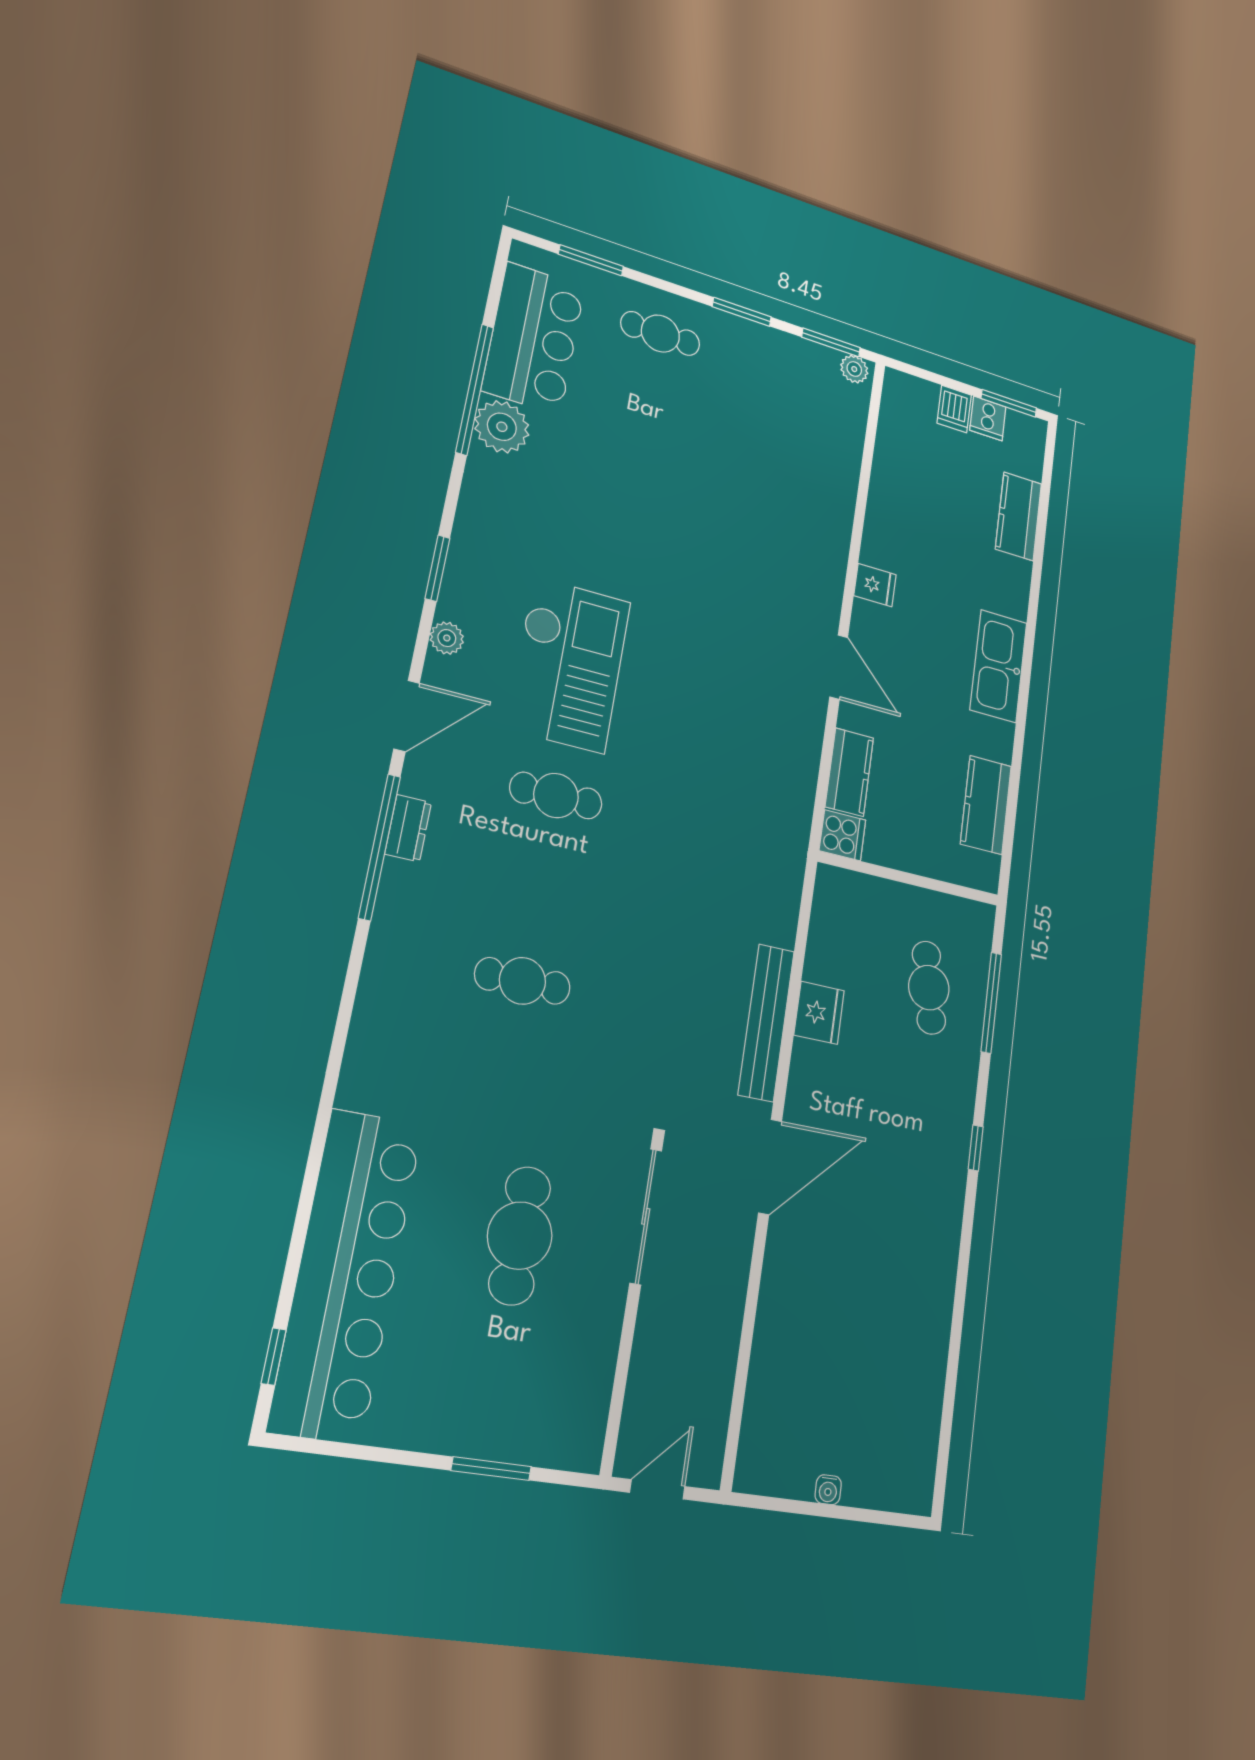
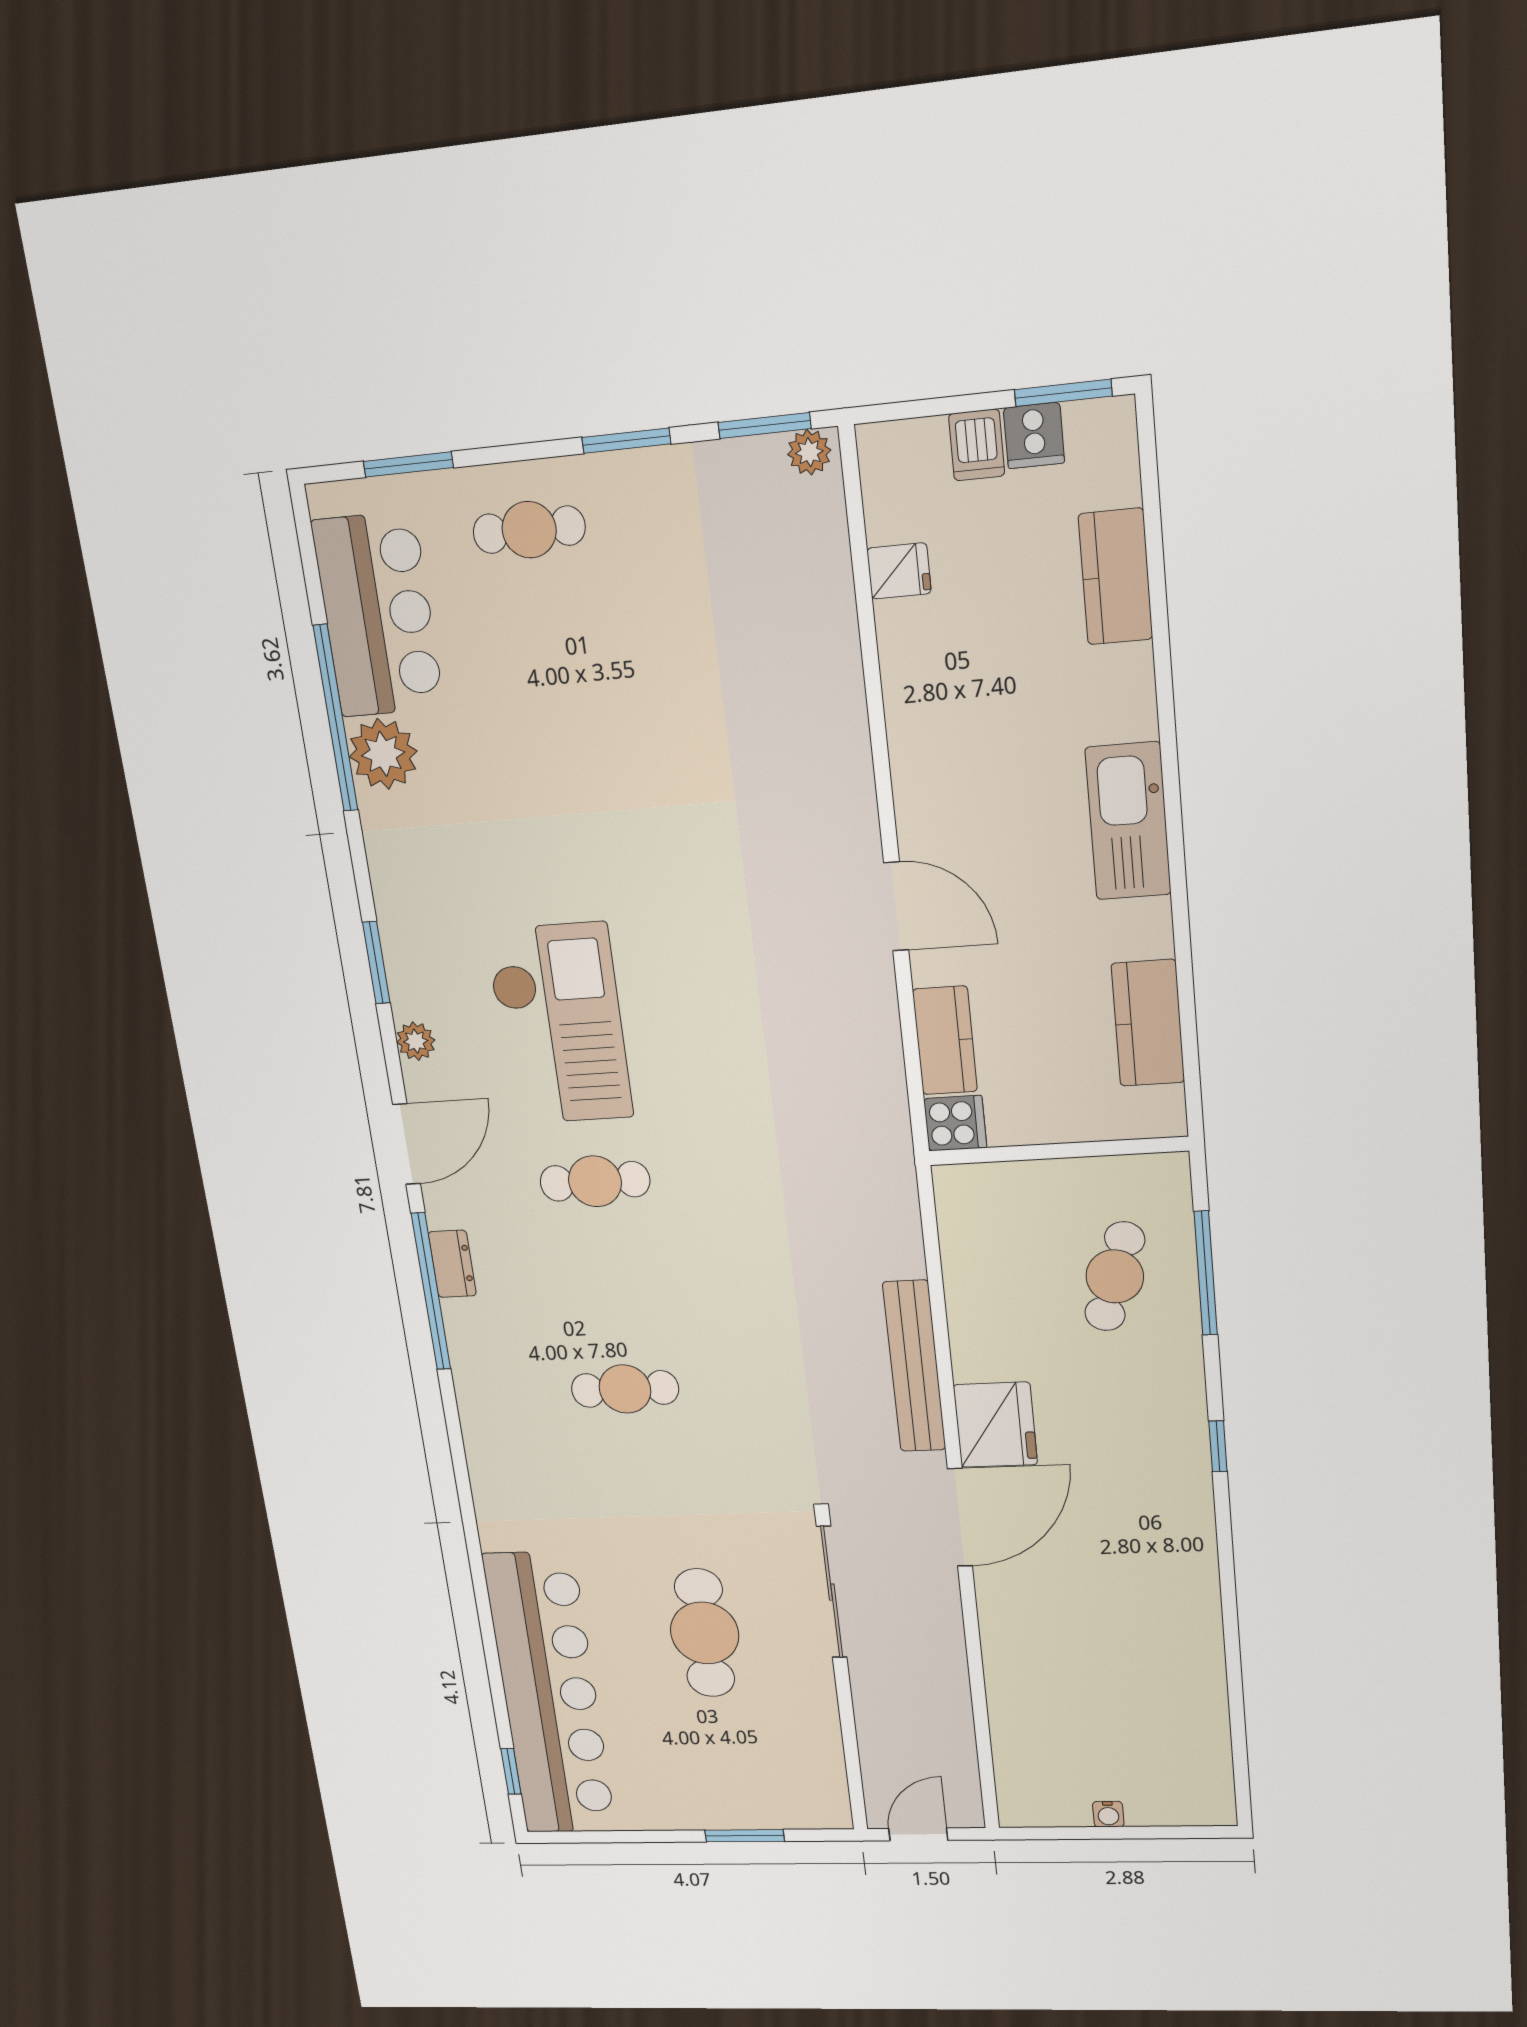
fridge: (875, 585) -> (899, 571), moved
cafe table: (929, 988) -> (1115, 1276), turned 30
fridge: (819, 1013) -> (995, 1425), moved, width x1.36, depth x1.34

